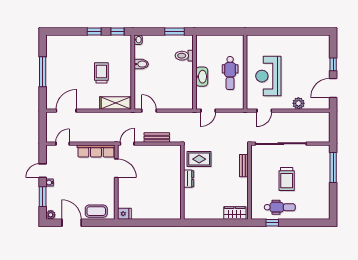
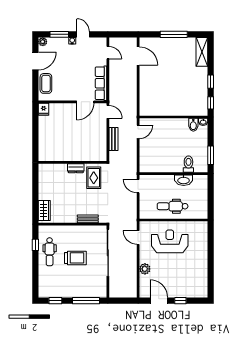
bidet: (141, 64) -> (193, 125), moved
trolley: (101, 73) -> (173, 88), removed
washbasin: (202, 77) -> (184, 180), moved
shelving: (116, 103) -> (202, 52), moved
trolley: (287, 179) -> (75, 258), turned 180
window: (333, 201) -> (55, 301), added

